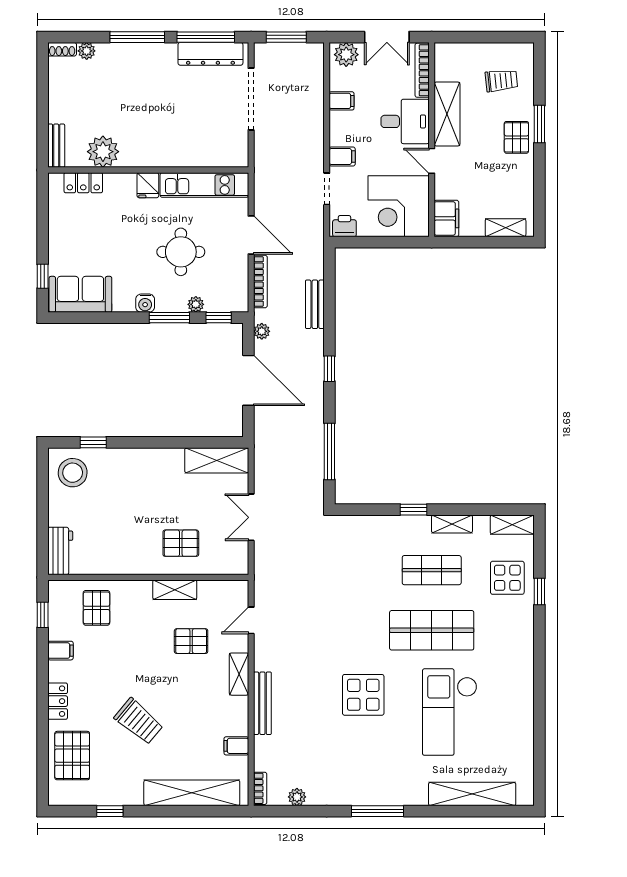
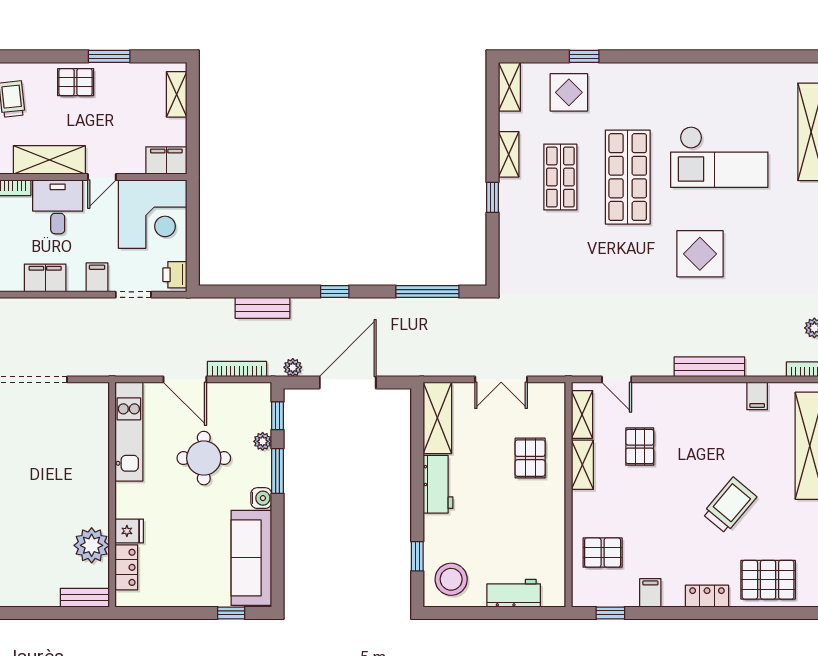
filing cabinet: (342, 101) -> (45, 278), width x2.00
window: (539, 124) -> (109, 56), moved
fridge: (148, 185) -> (129, 531), moved
door: (251, 235) -> (185, 379), swing flipped
sofa: (80, 294) -> (251, 558), width x1.36
workbench: (157, 461) -> (438, 484), added
workbench: (60, 551) -> (514, 593), moved
shelving: (239, 674) -> (582, 415), moved, turned 90

